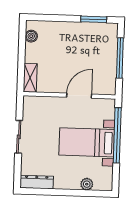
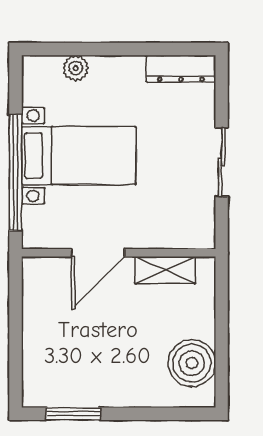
boiler: (31, 36) -> (192, 363), width x1.86, depth x1.86
window: (120, 58) -> (15, 335), removed
shelving: (30, 78) -> (165, 270), moved, turned 90

